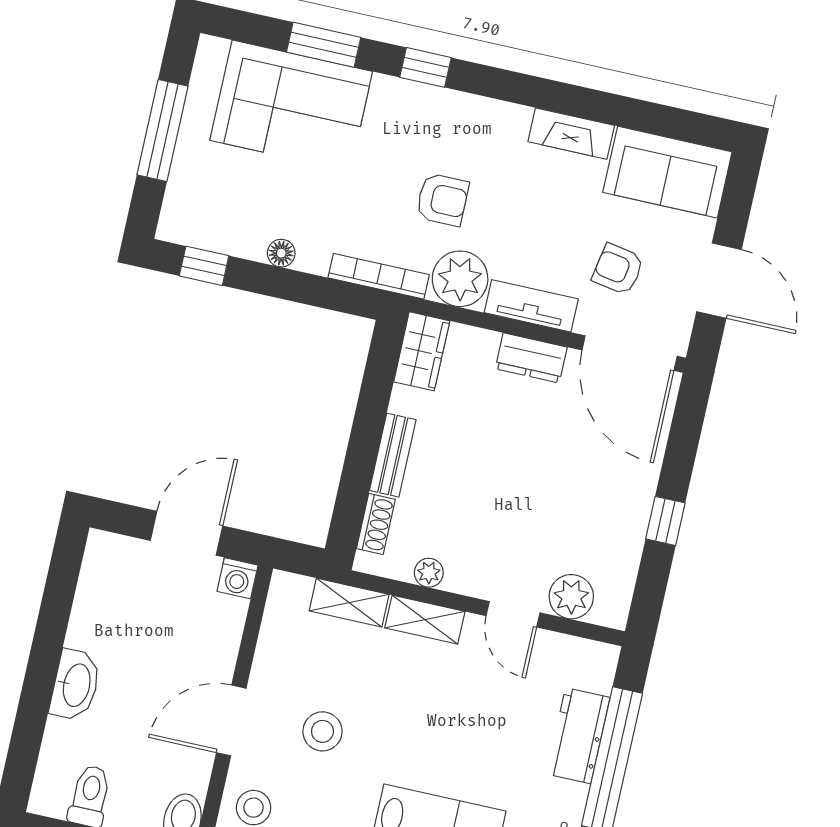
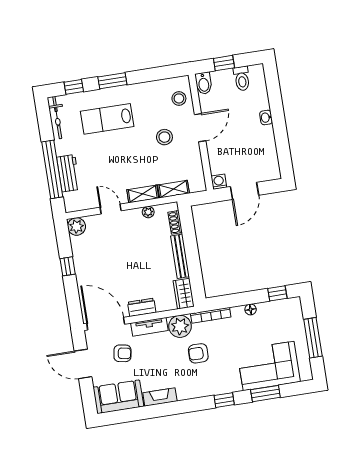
bench: (393, 455) -> (180, 256), width x1.36
plant: (571, 597) -> (77, 227), moved
washbasin: (75, 685) -> (266, 118), width x0.52, depth x0.69

